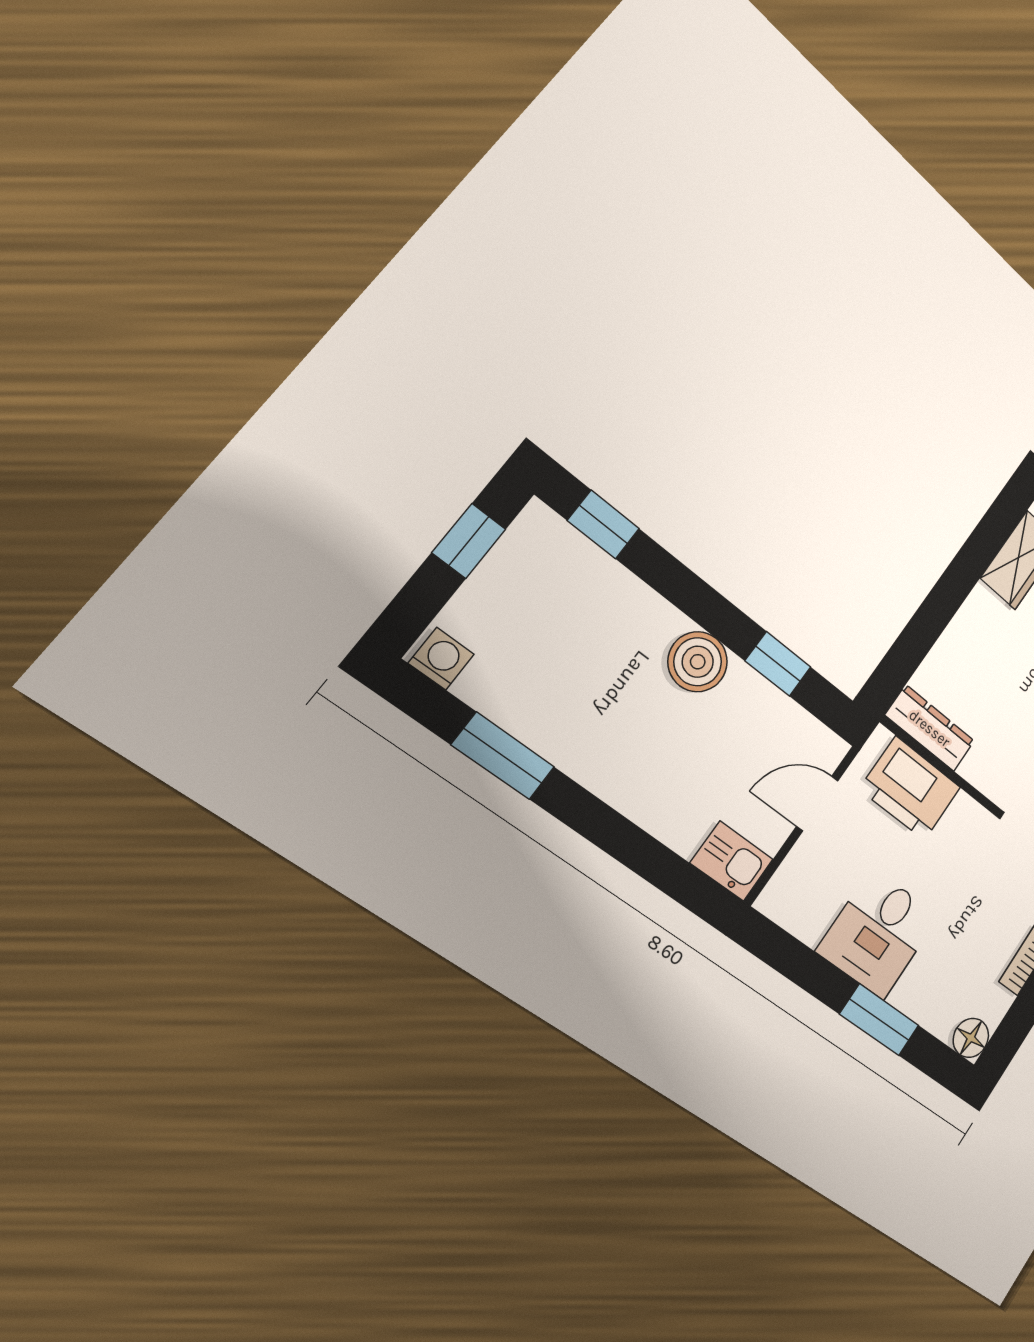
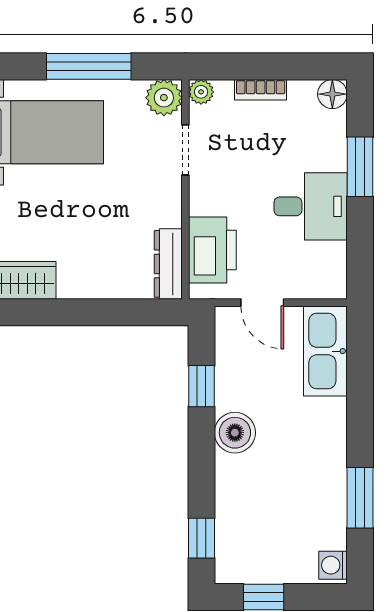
kitchen sink: (732, 861) -> (325, 351), width x1.88, depth x1.24

